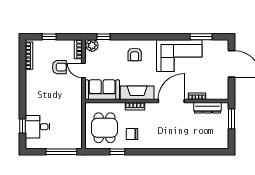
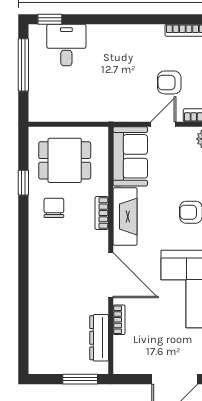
armchair: (59, 67) -> (169, 82), turned 90
window: (23, 126) -> (50, 19), moved
window: (61, 152) -> (23, 65), moved

